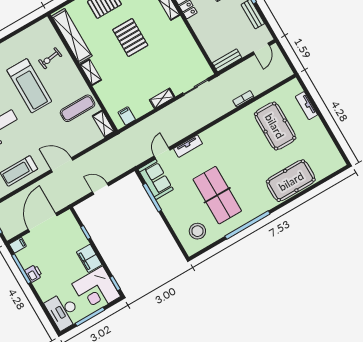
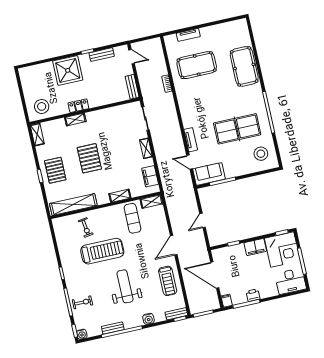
pallet: (130, 37) -> (89, 158), turned 90
shelving: (91, 72) -> (120, 196), moved
filing cabinet: (127, 116) -> (150, 176), width x2.00

